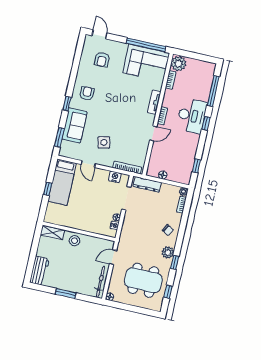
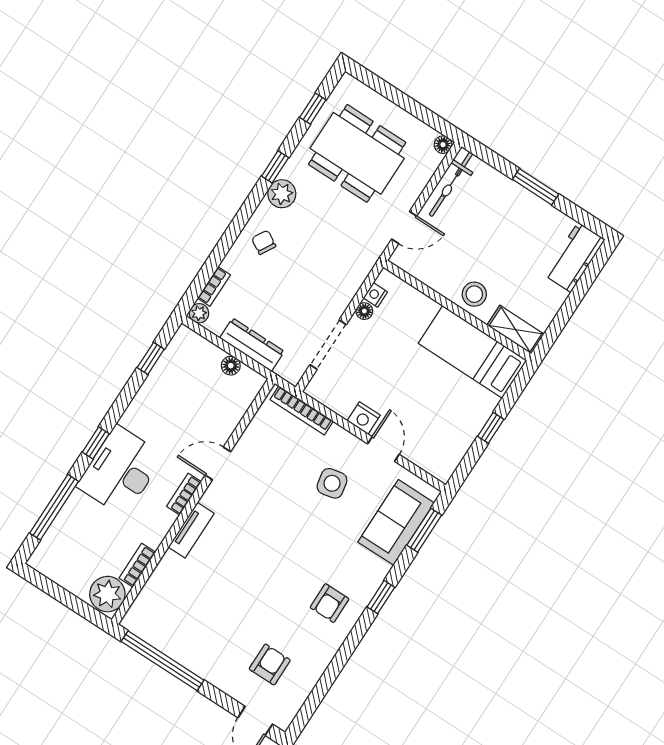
corner sofa: (146, 63) -> (177, 622), removed
sofa: (74, 125) -> (396, 522), moved
nightstand: (115, 177) -> (364, 418), moved
bed: (62, 182) -> (473, 352), moved, turned -90
dresser: (147, 184) -> (252, 345), moved

